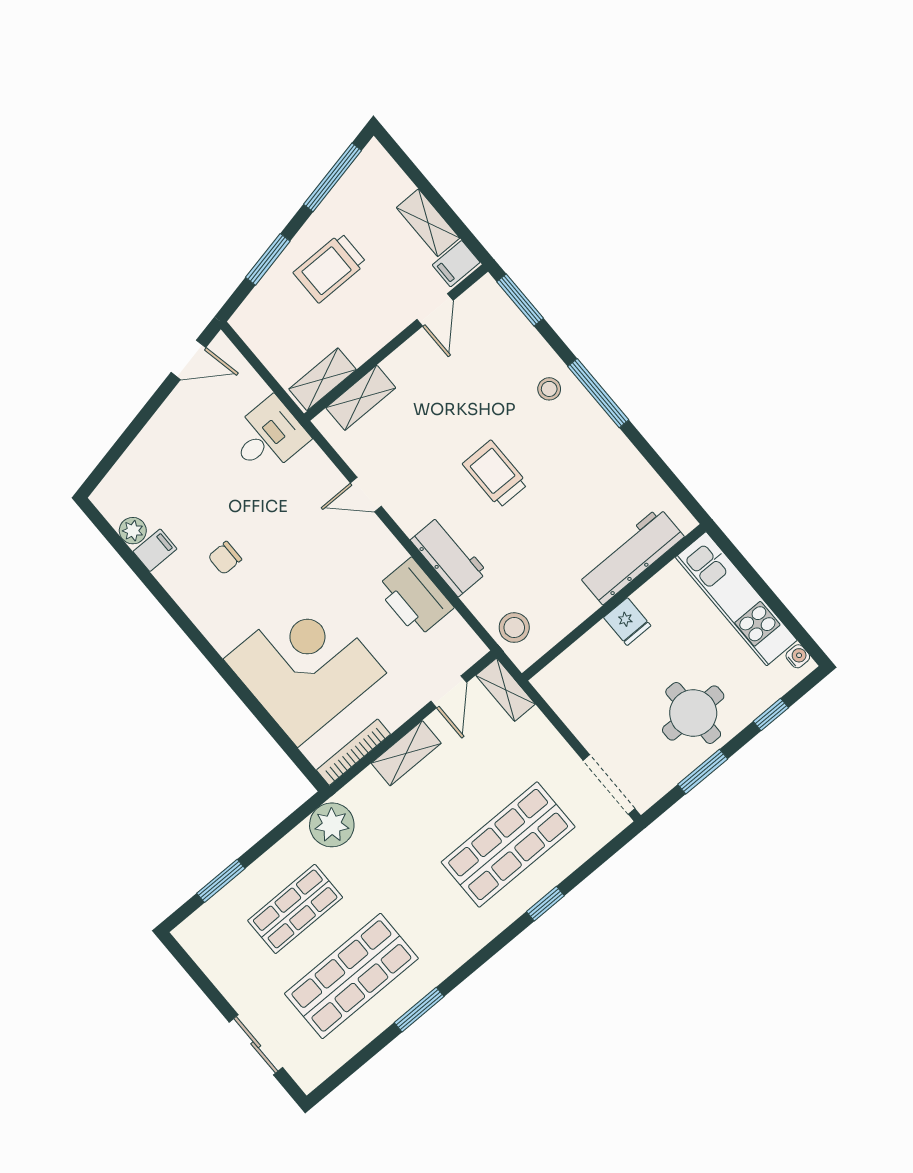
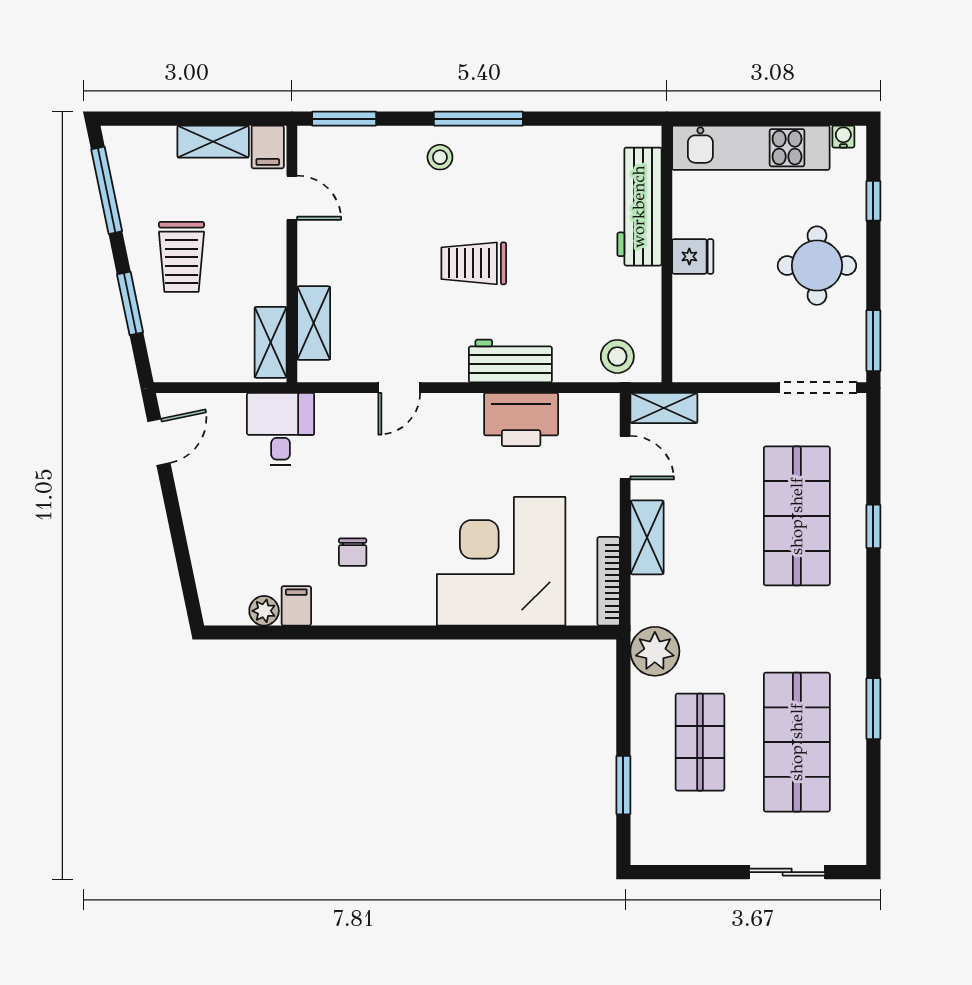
window: (703, 772) -> (873, 341), moved

